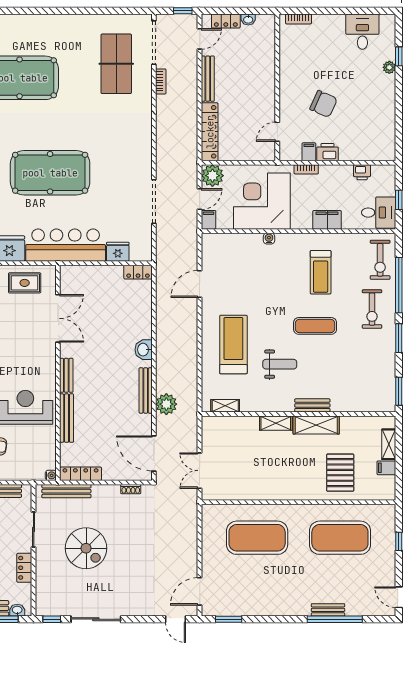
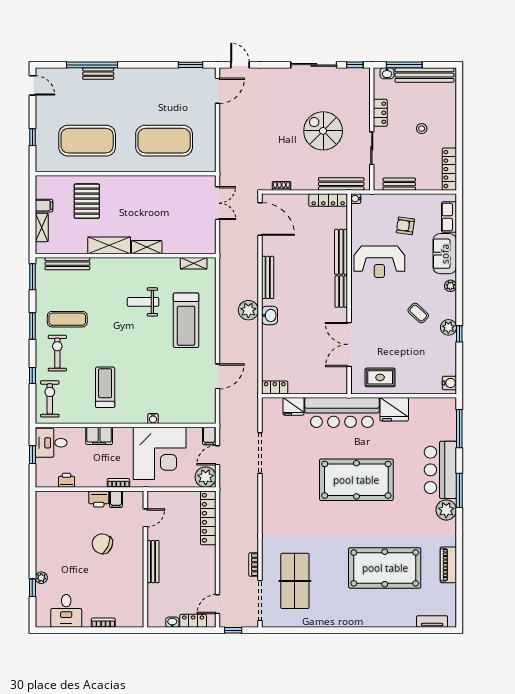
bookcase: (298, 19) -> (103, 623), moved
bench: (208, 79) -> (153, 562), moved
window: (399, 285) -> (32, 375), width x0.32
exercise mat: (315, 326) -> (67, 319), moved
plant: (166, 404) -> (248, 310), moved
bench: (312, 405) -> (67, 264), moved, width x1.36

